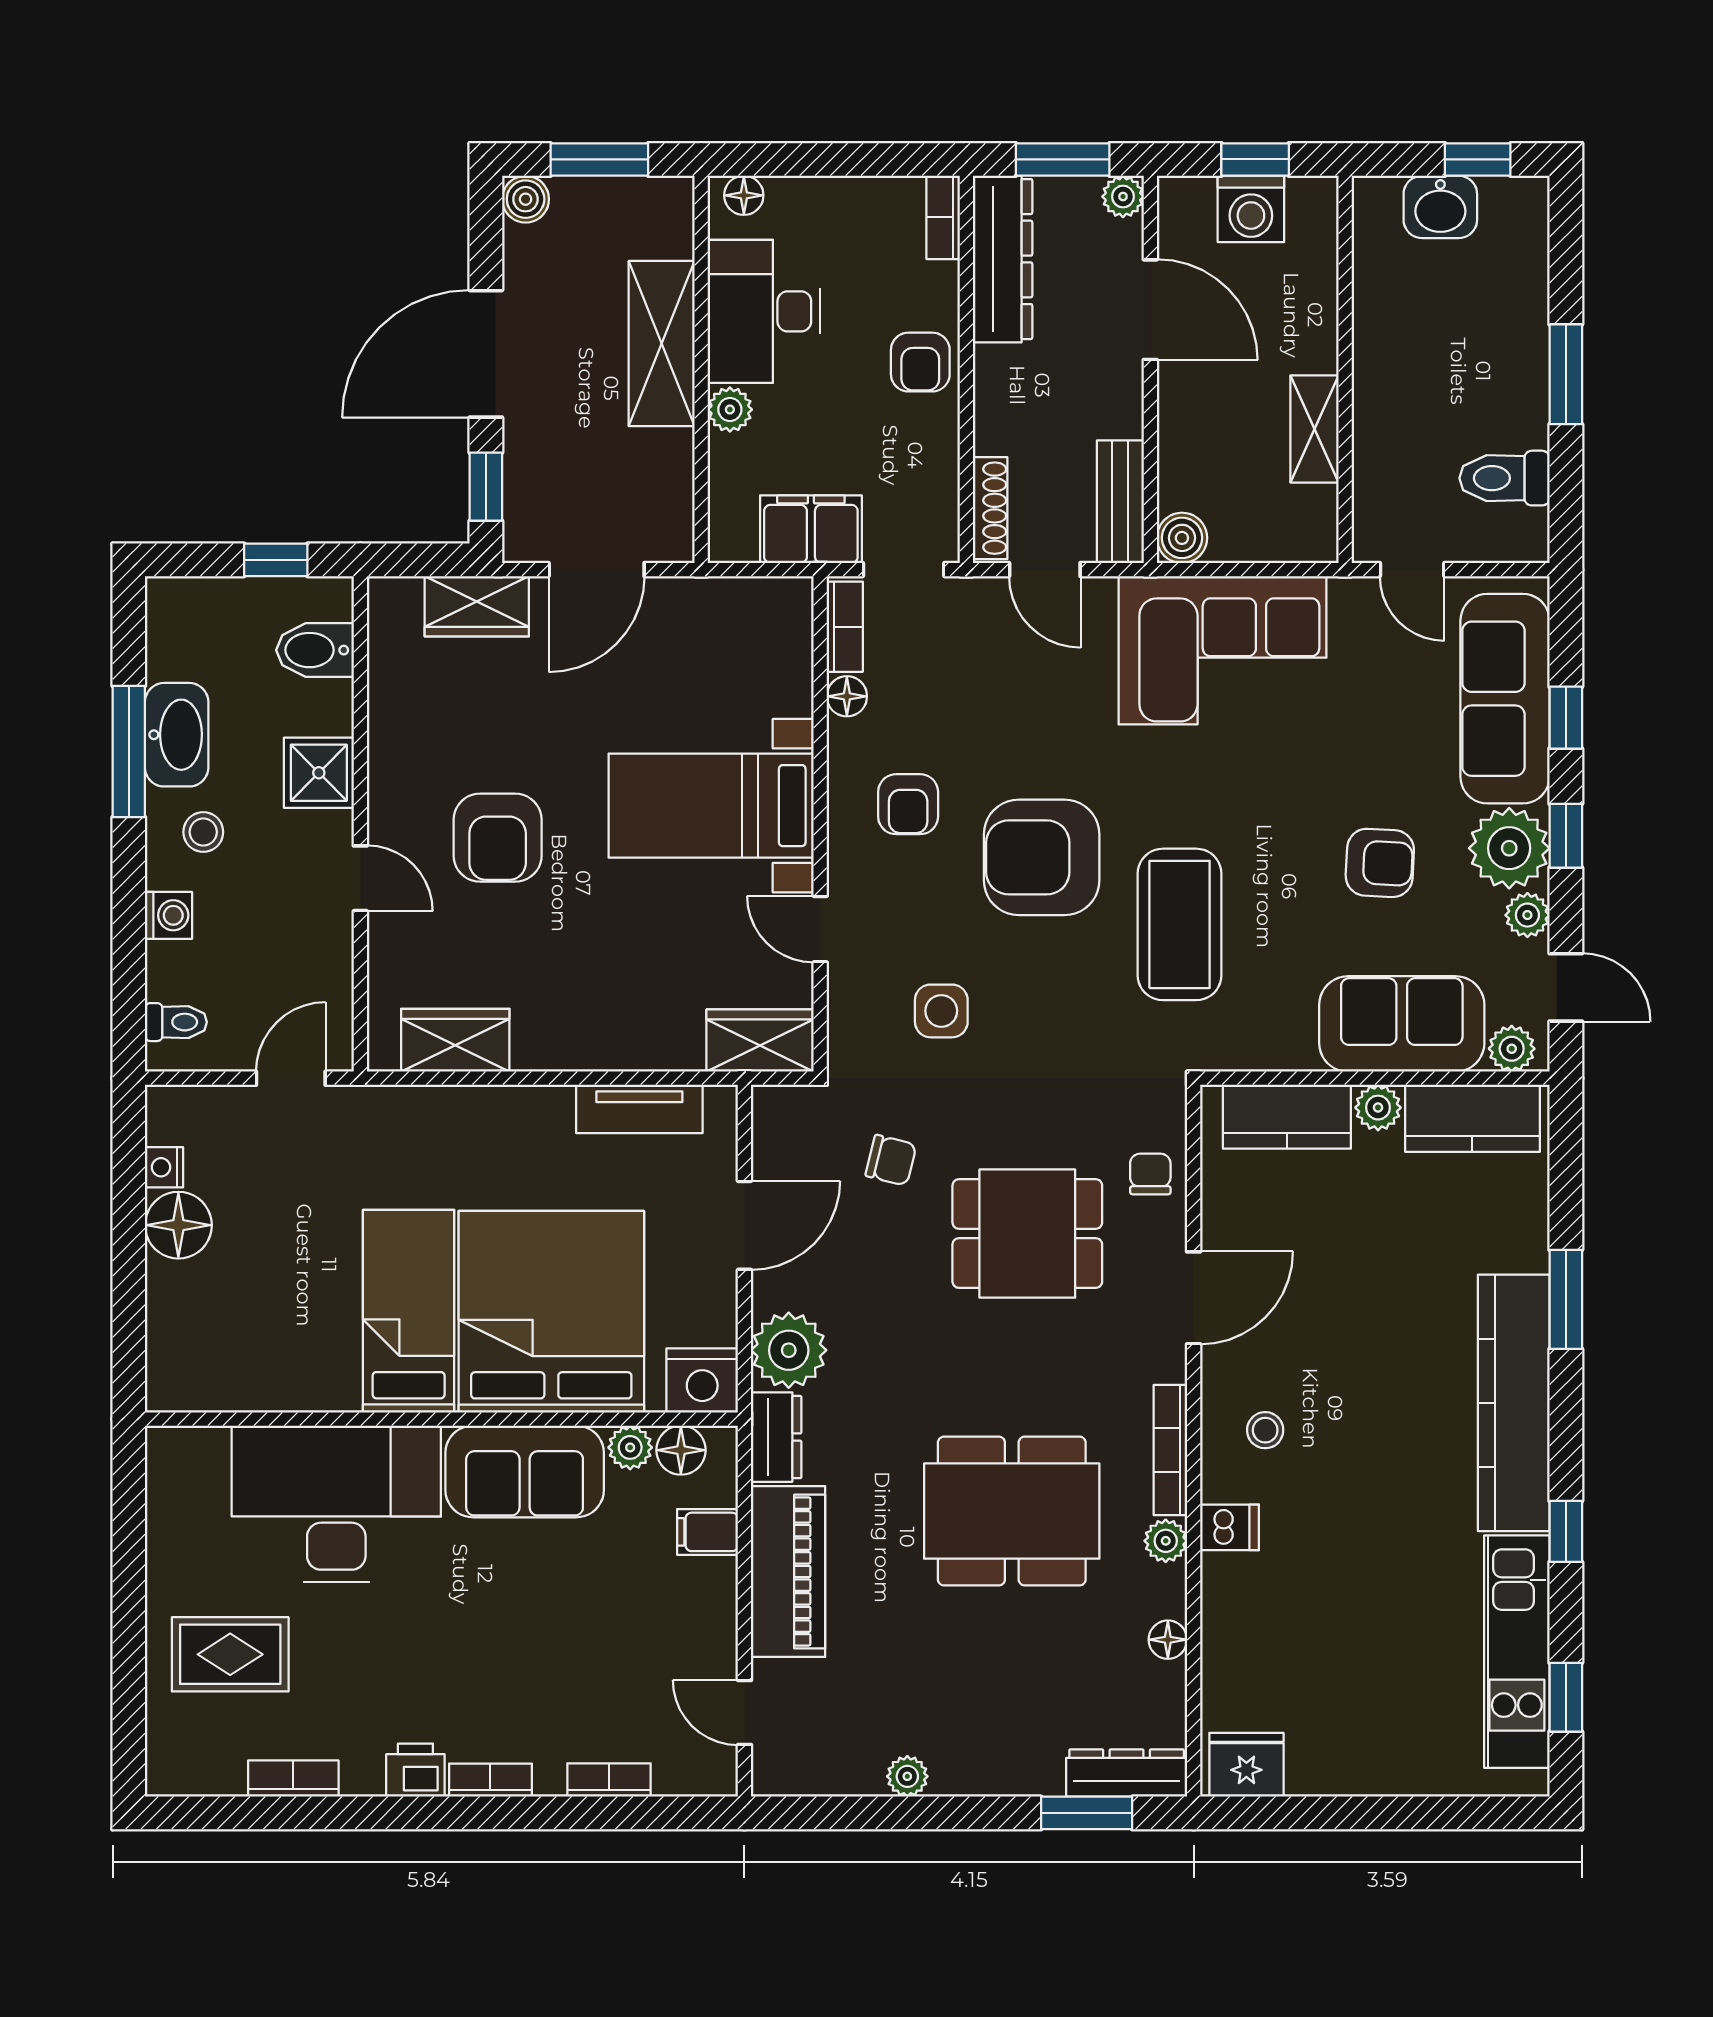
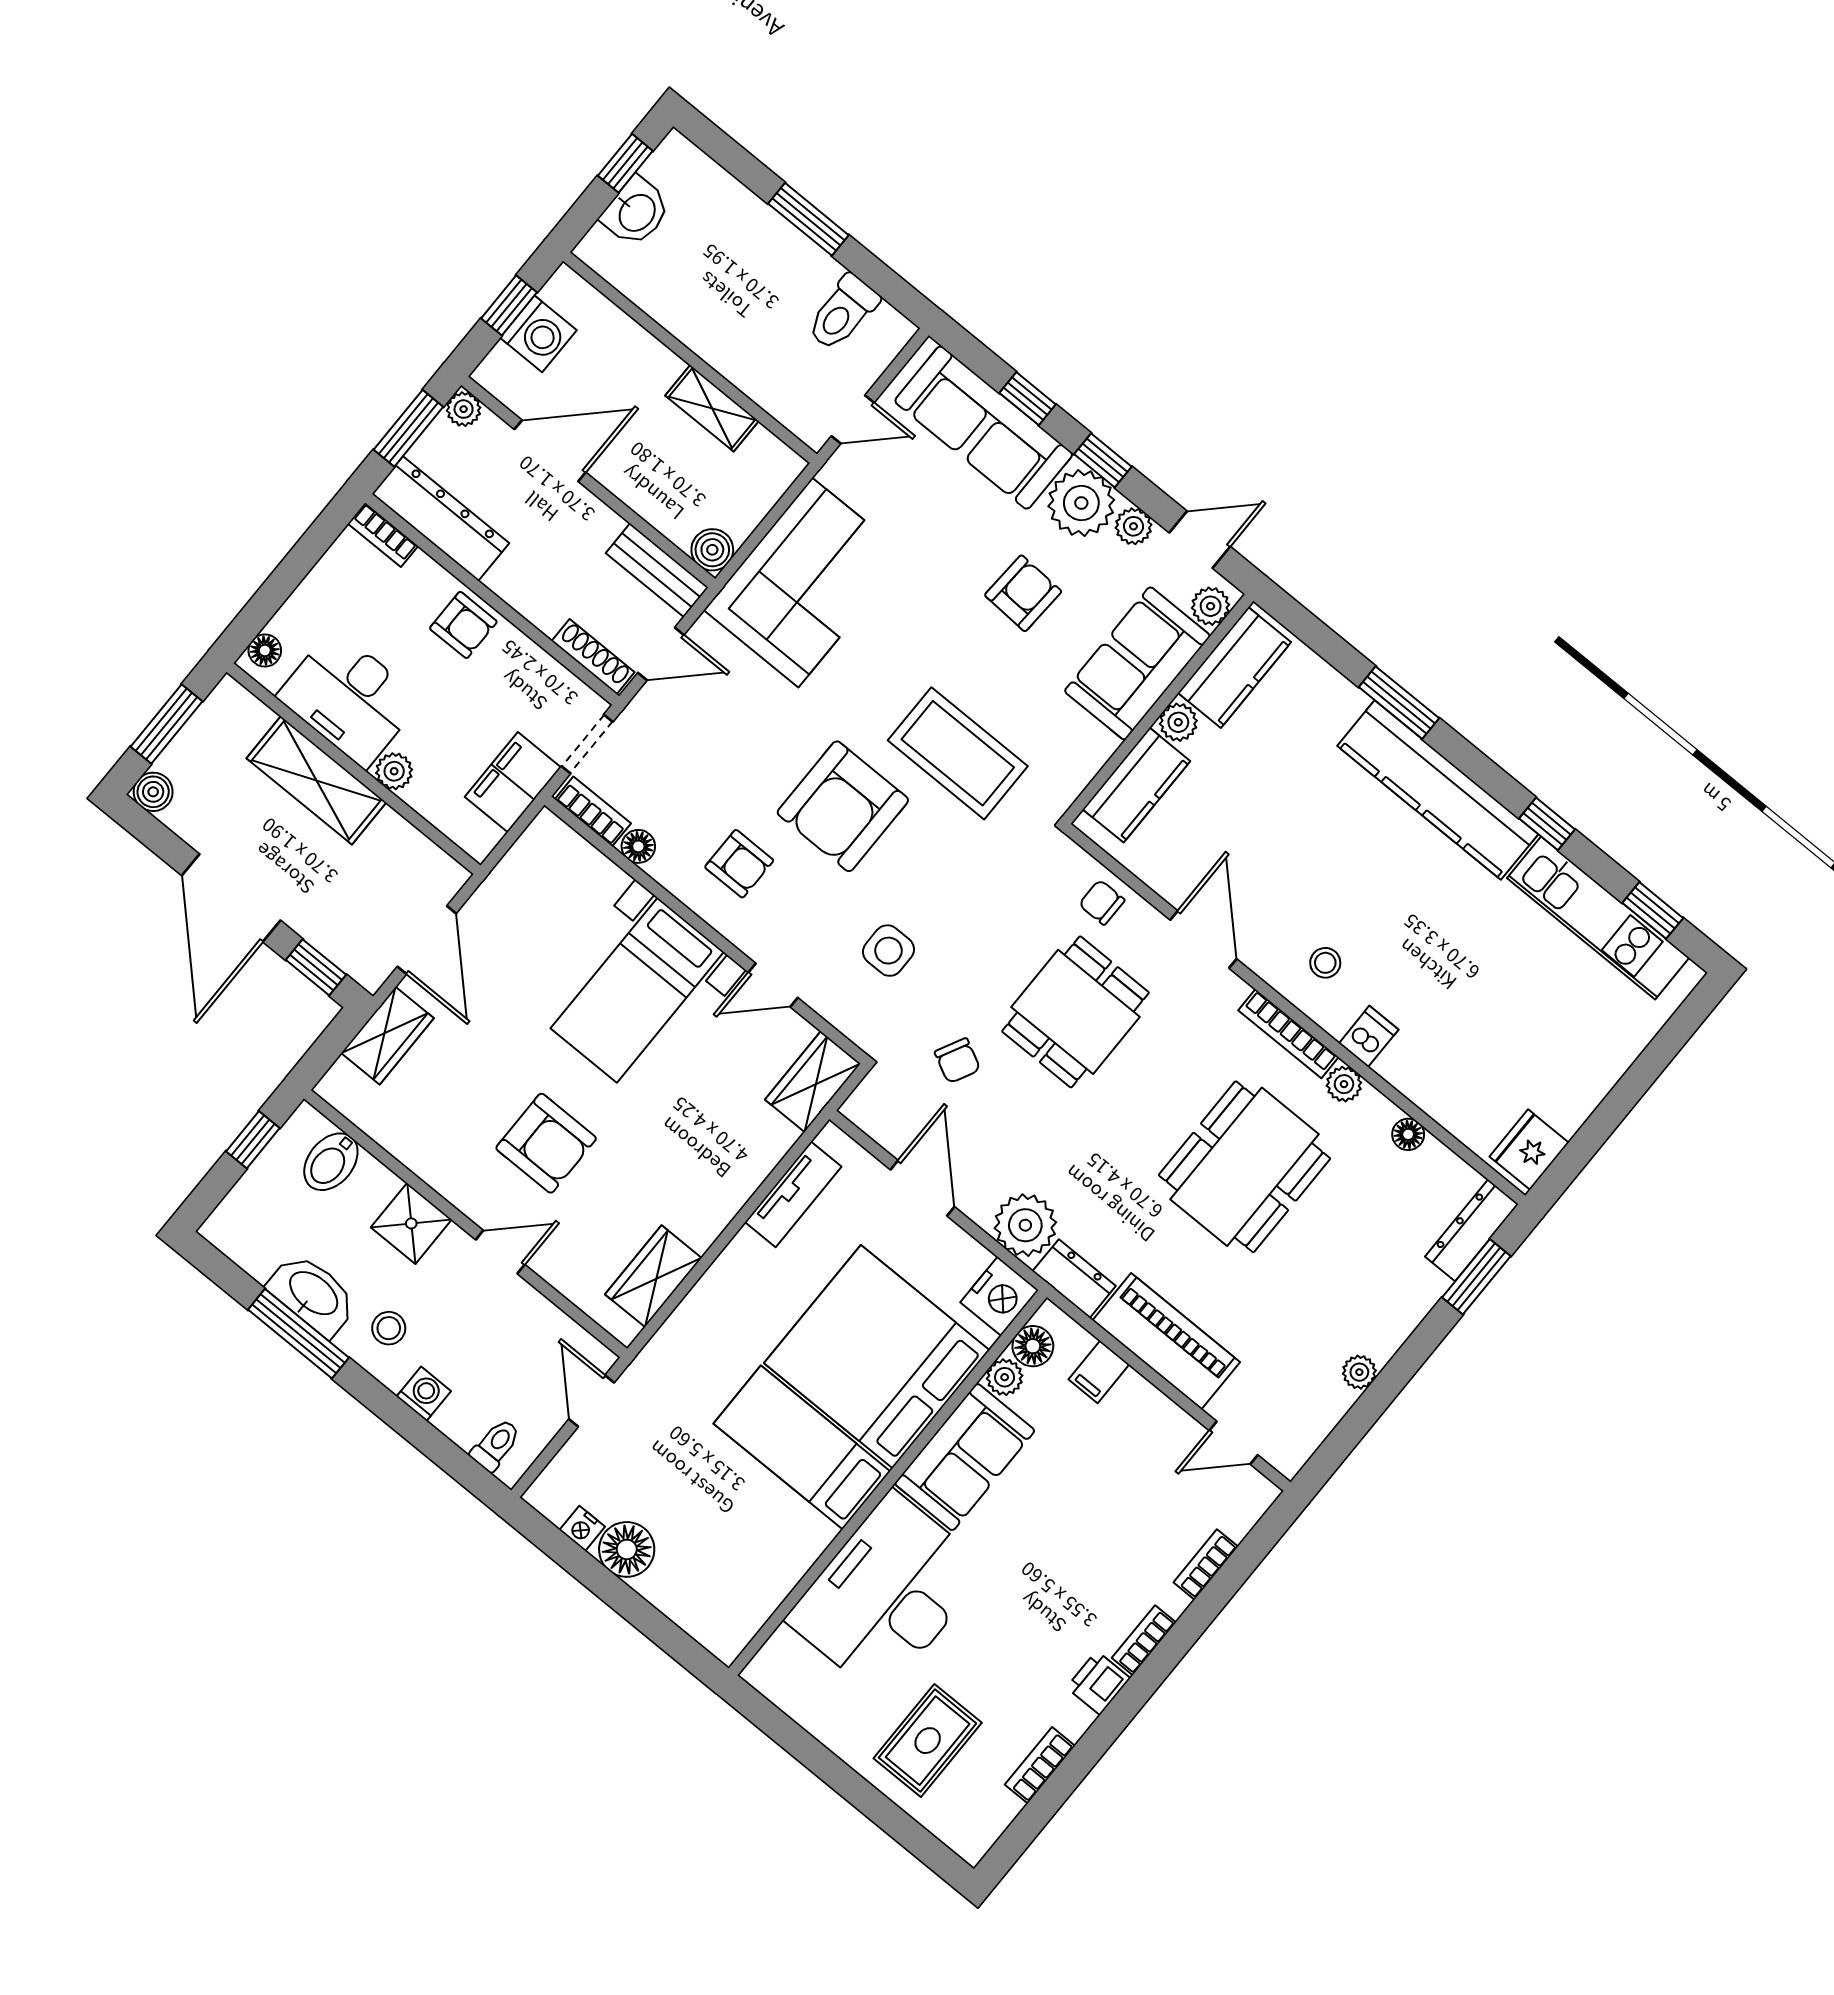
chair: (891, 1160) -> (957, 1061), turned 103

